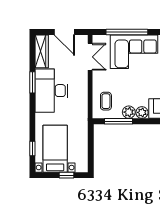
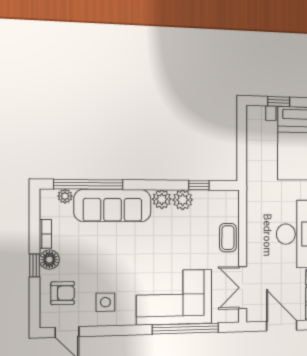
coffee table: (106, 101) -> (228, 238), moved
window: (118, 121) -> (199, 185), width x0.46

